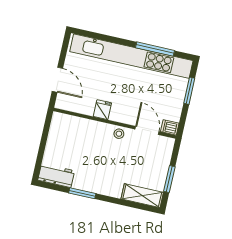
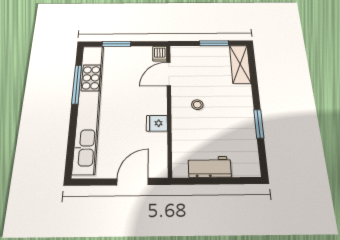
stool: (119, 134) -> (197, 105), moved
workbench: (56, 176) -> (210, 167), moved, turned 90

